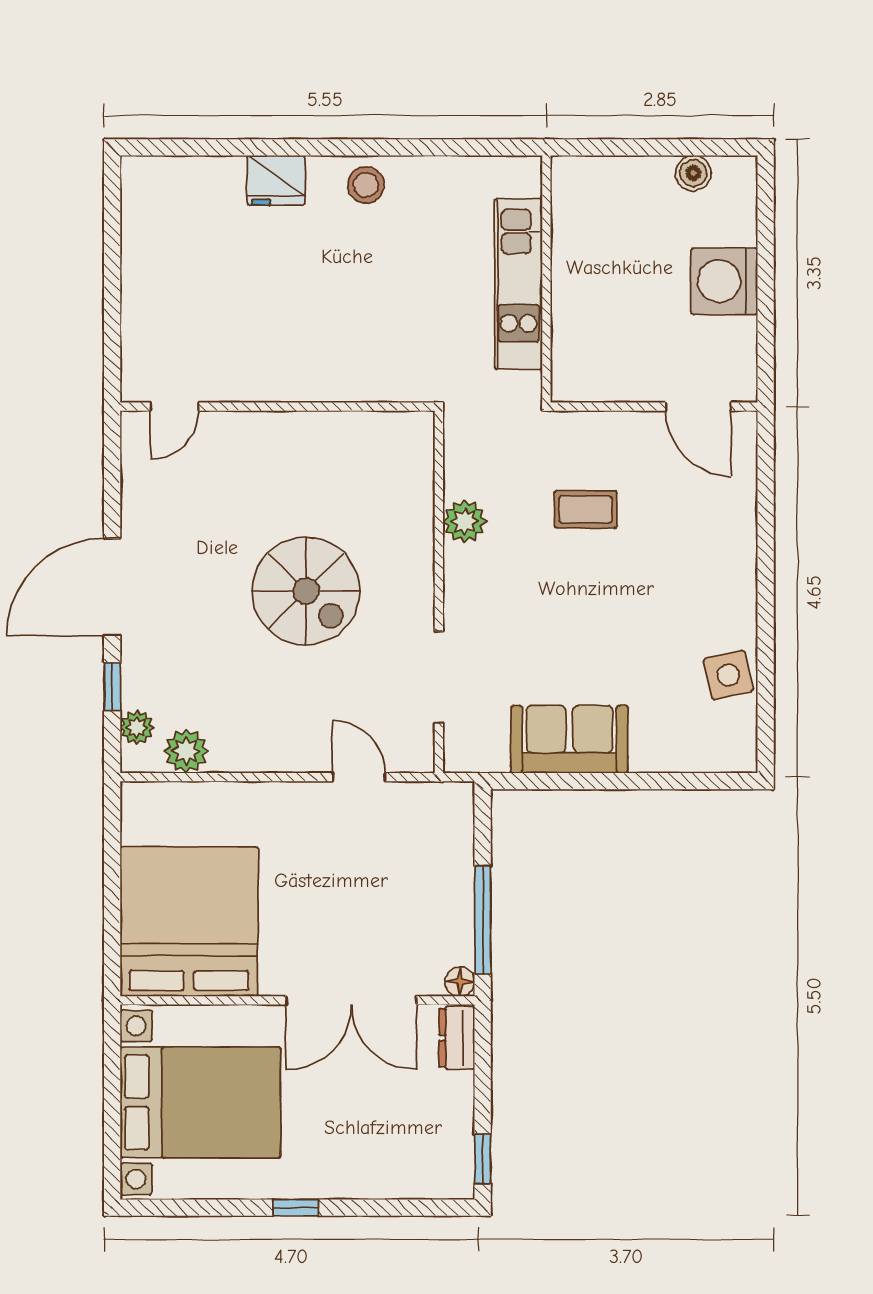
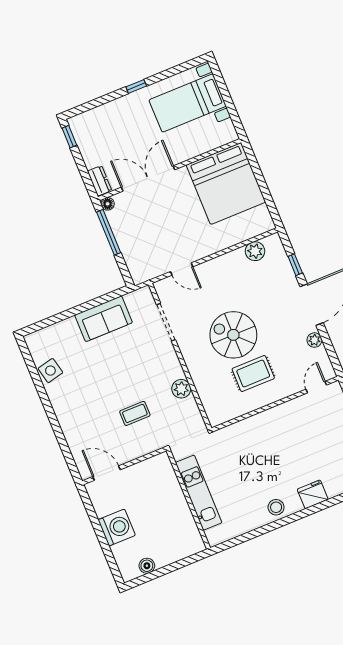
rug: (297, 491) -> (253, 374), added
plant: (137, 728) -> (314, 340), moved
bed with nightstands: (200, 1102) -> (188, 103), width x0.73

